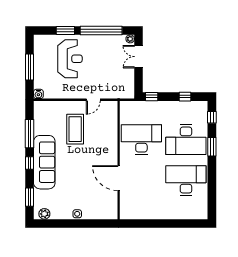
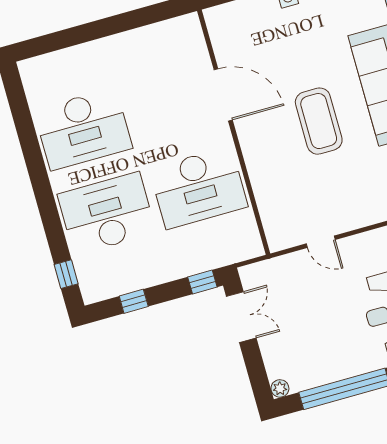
double door: (139, 57) -> (241, 317), moved
door: (93, 100) -> (321, 242), swing flipped
coffee table: (75, 129) -> (319, 121), moved
window: (212, 147) -> (49, 214), removed

